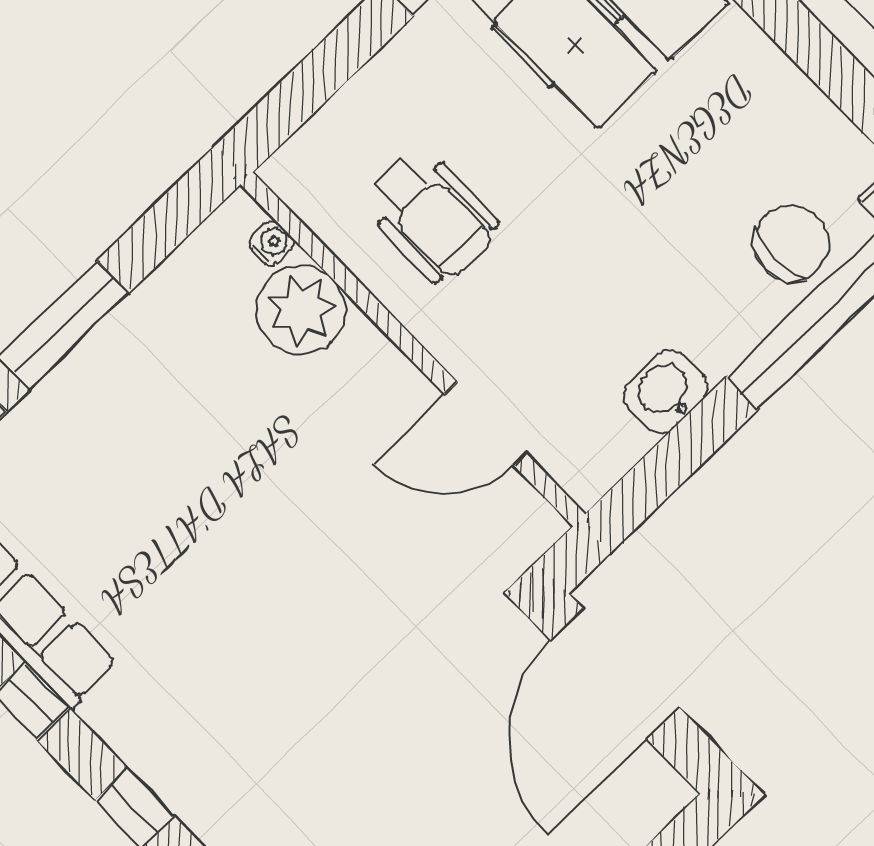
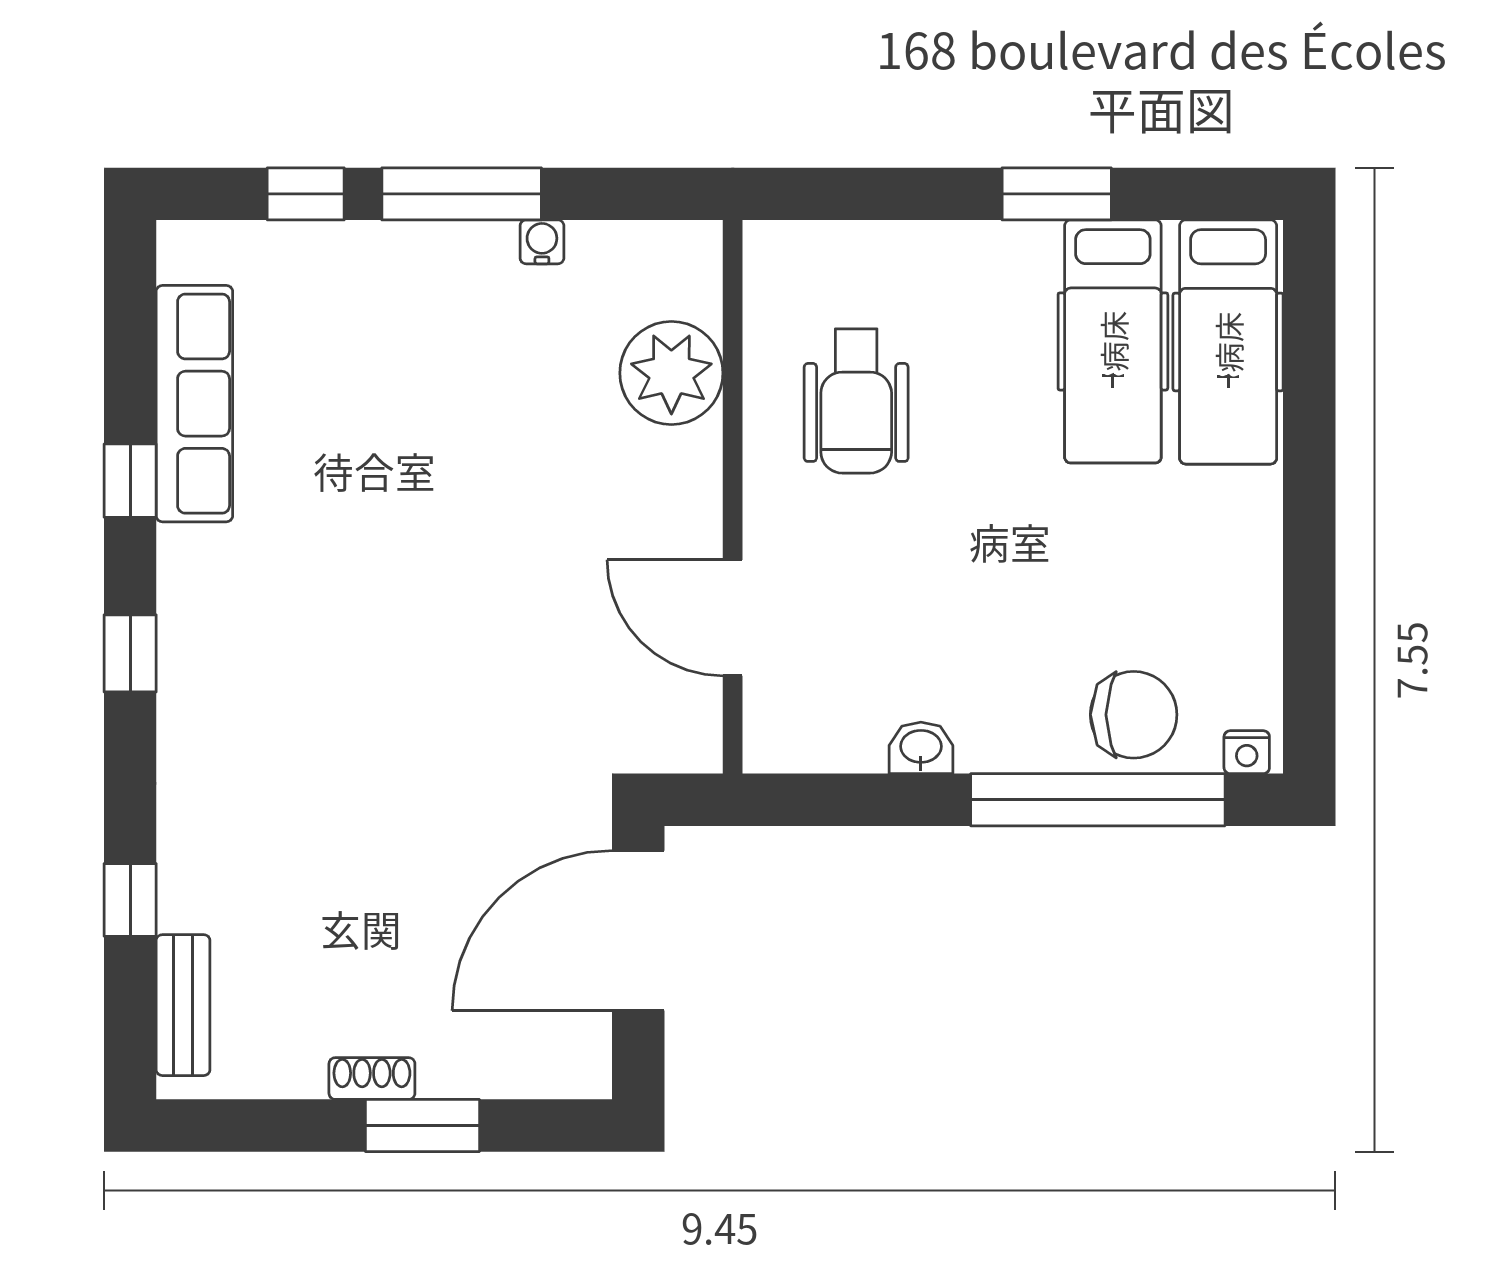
water cooler: (272, 243) -> (542, 242), moved, turned -90
washbasin: (666, 391) -> (921, 748), width x0.72, depth x0.69

